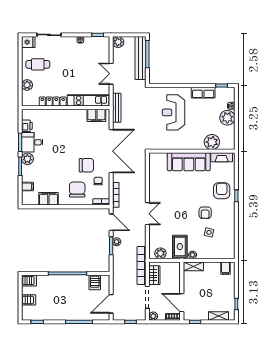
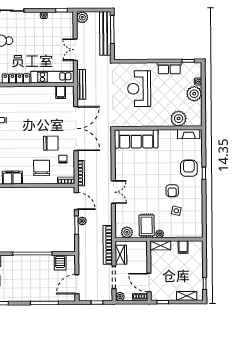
filing cabinet: (96, 115) -> (61, 92), width x0.50
sofa: (189, 162) -> (136, 139), moved
filing cabinet: (226, 268) -> (183, 247), moved

